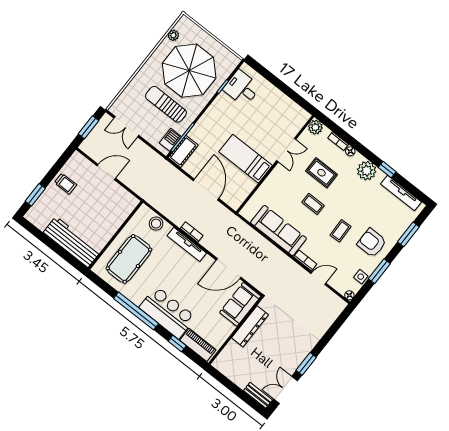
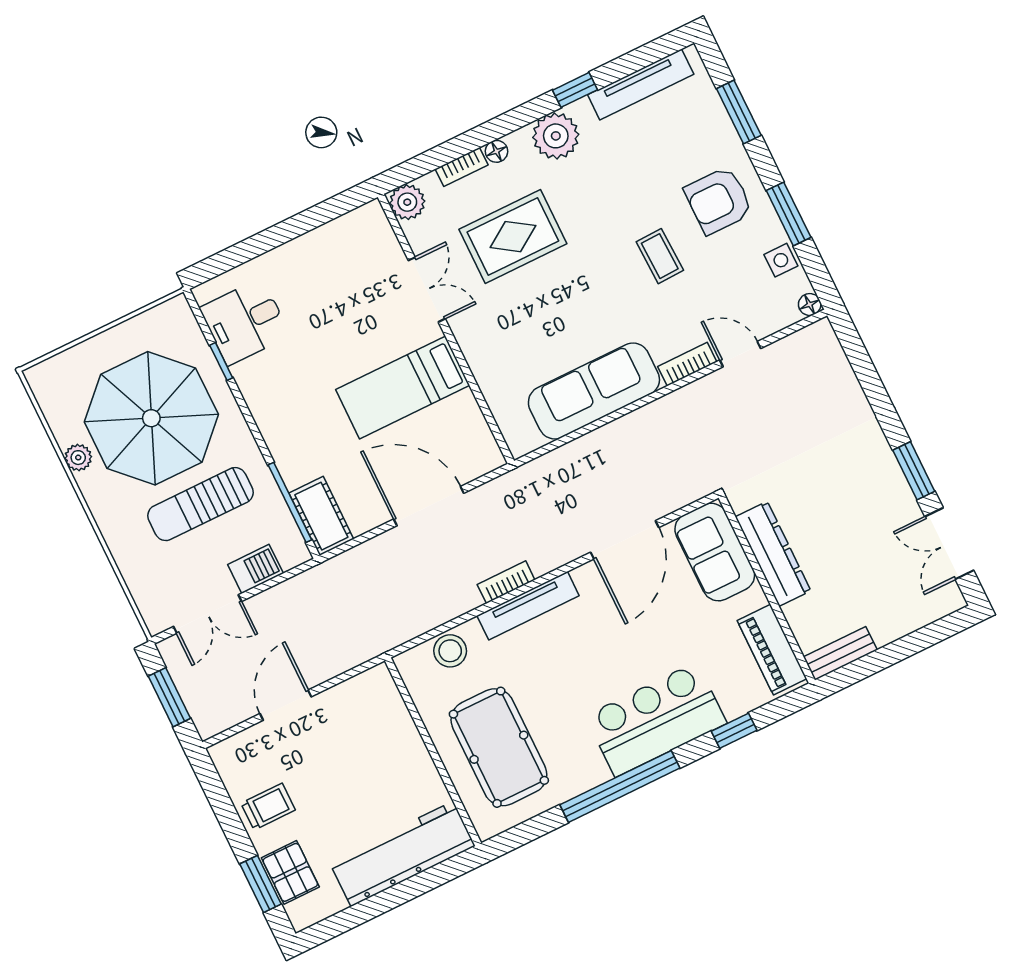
plant: (173, 35) -> (78, 458), moved
barbecue: (170, 140) -> (255, 569), moved, turned 90
rug: (321, 173) -> (513, 237), width x1.36, depth x1.43
pallet: (45, 204) -> (290, 872), added
coffee table: (313, 204) -> (572, 288), removed
door: (318, 278) -> (740, 354), hinge flipped
piano: (198, 345) -> (772, 650), moved, turned -90
bench: (258, 395) -> (840, 653), moved

